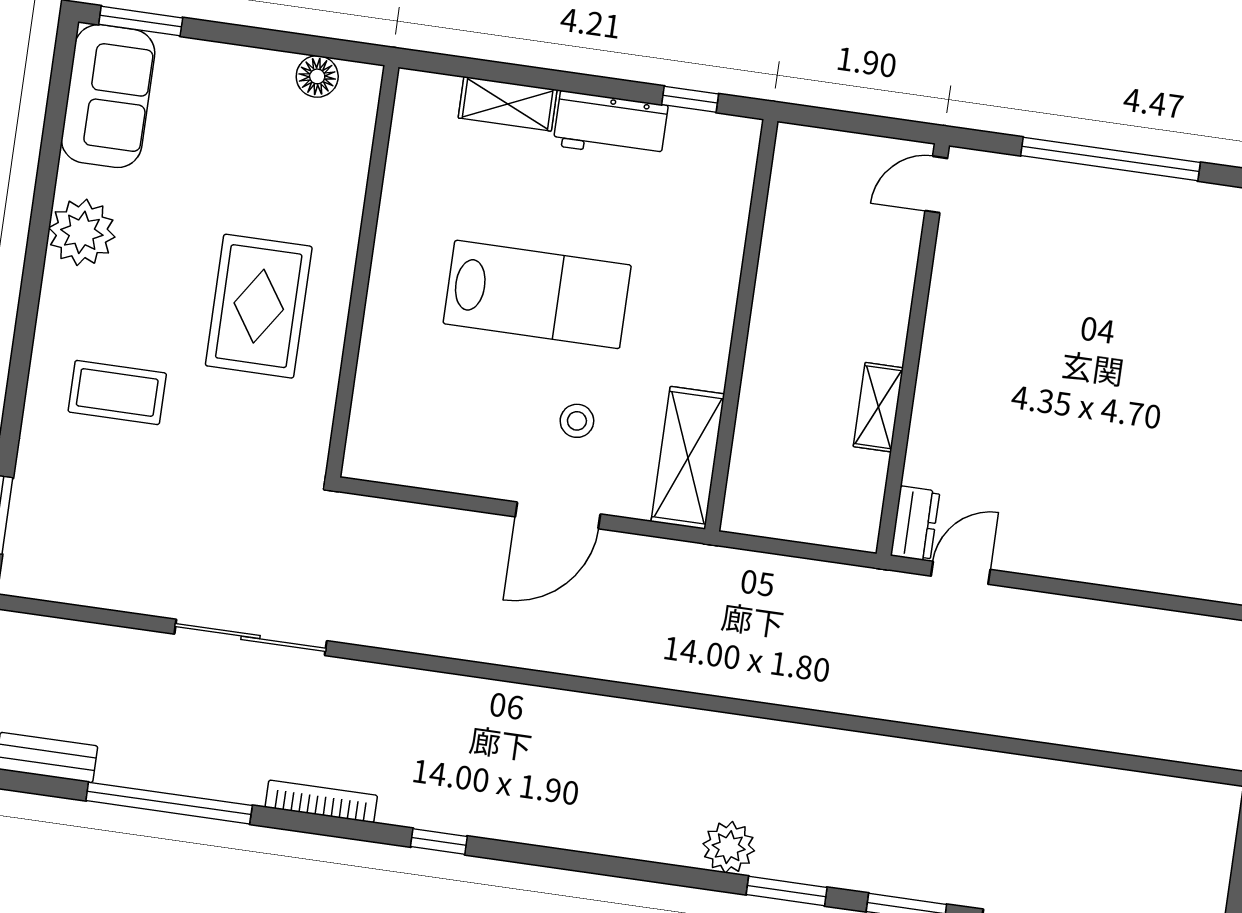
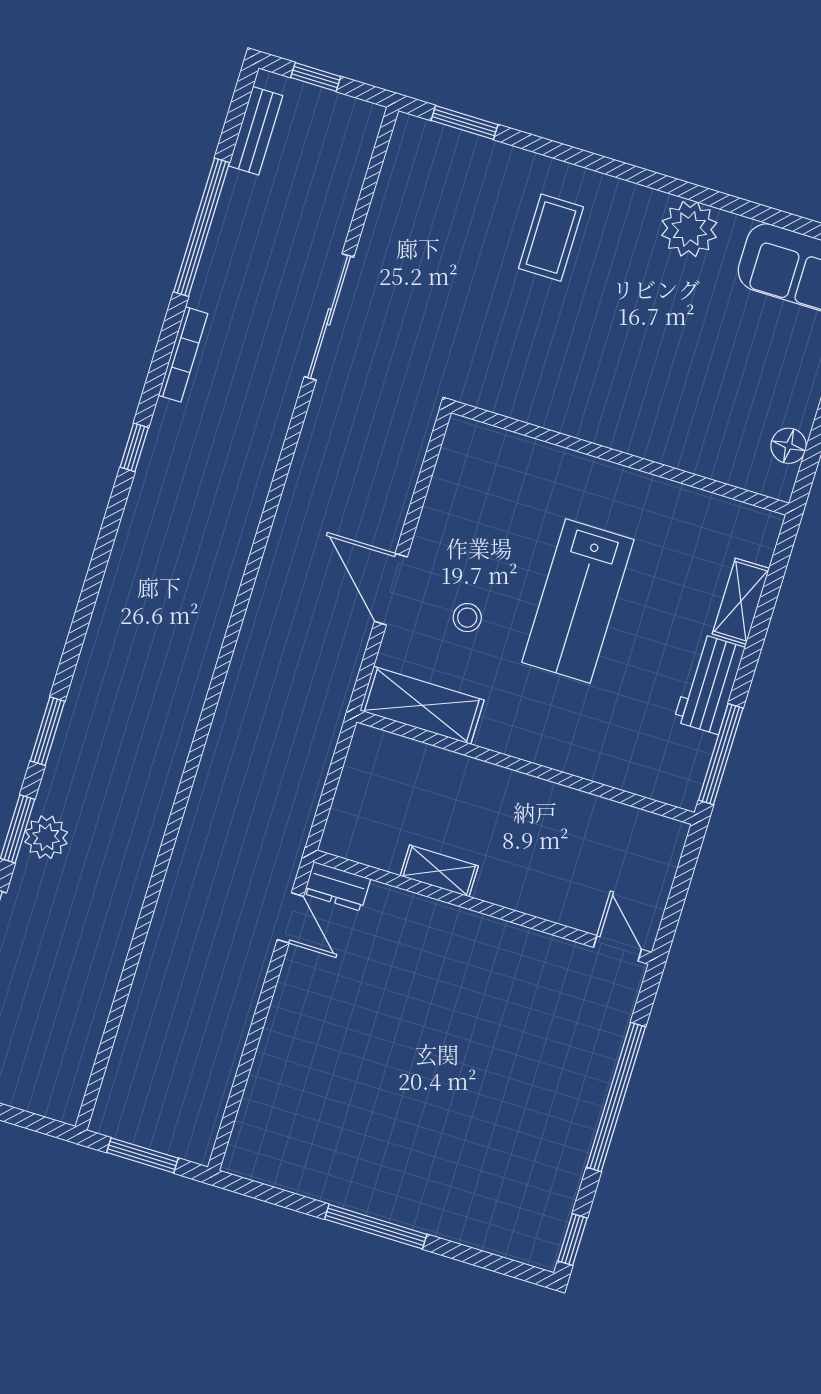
window: (690, 99) -> (721, 754), width x2.17
rug: (259, 306) -> (605, 367), removed
plant: (729, 847) -> (46, 837), moved

